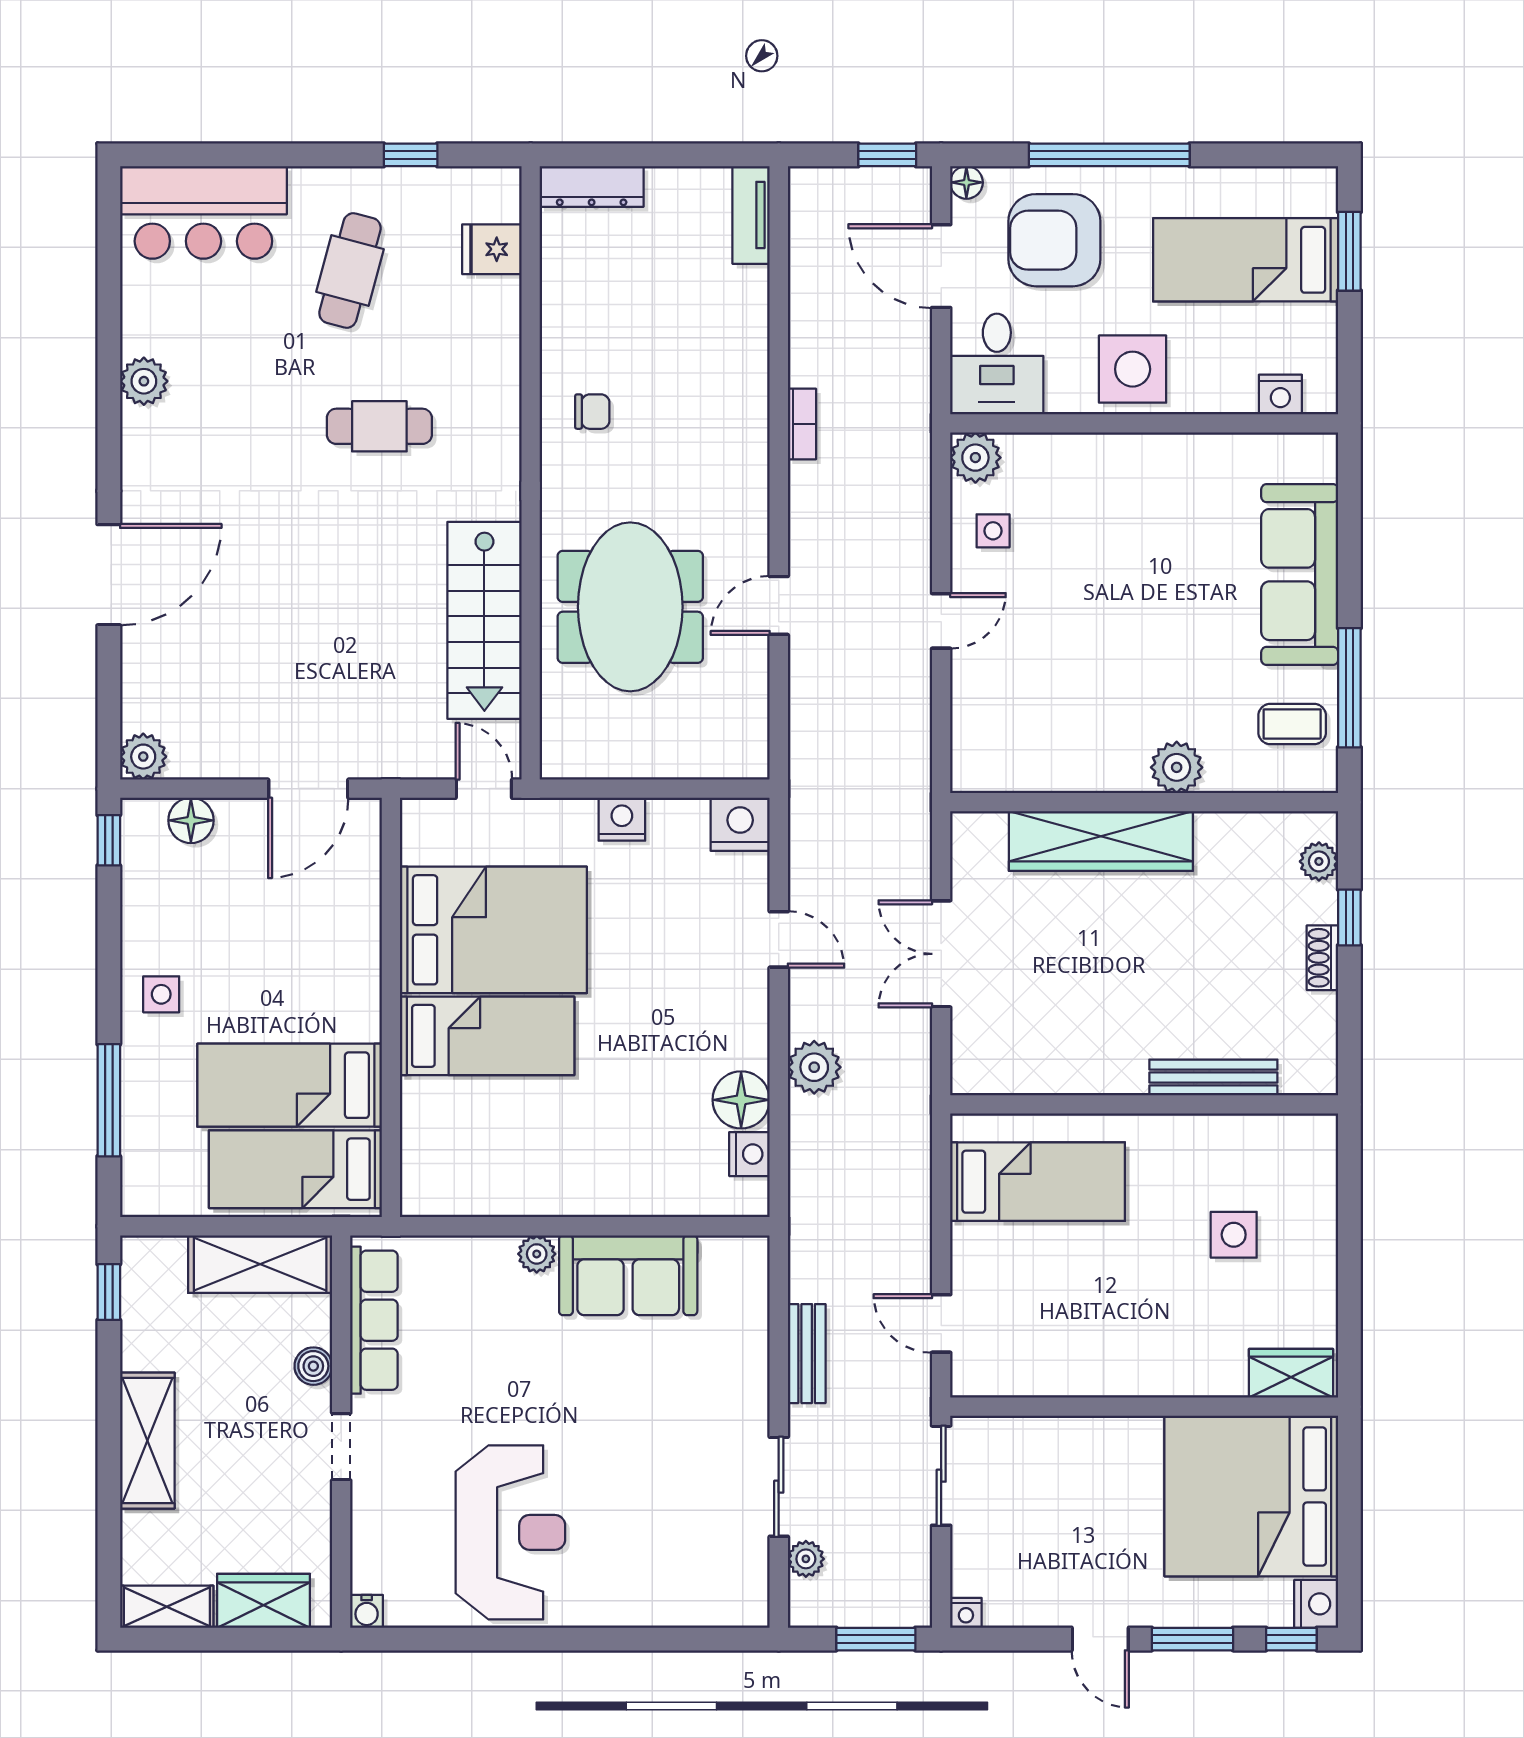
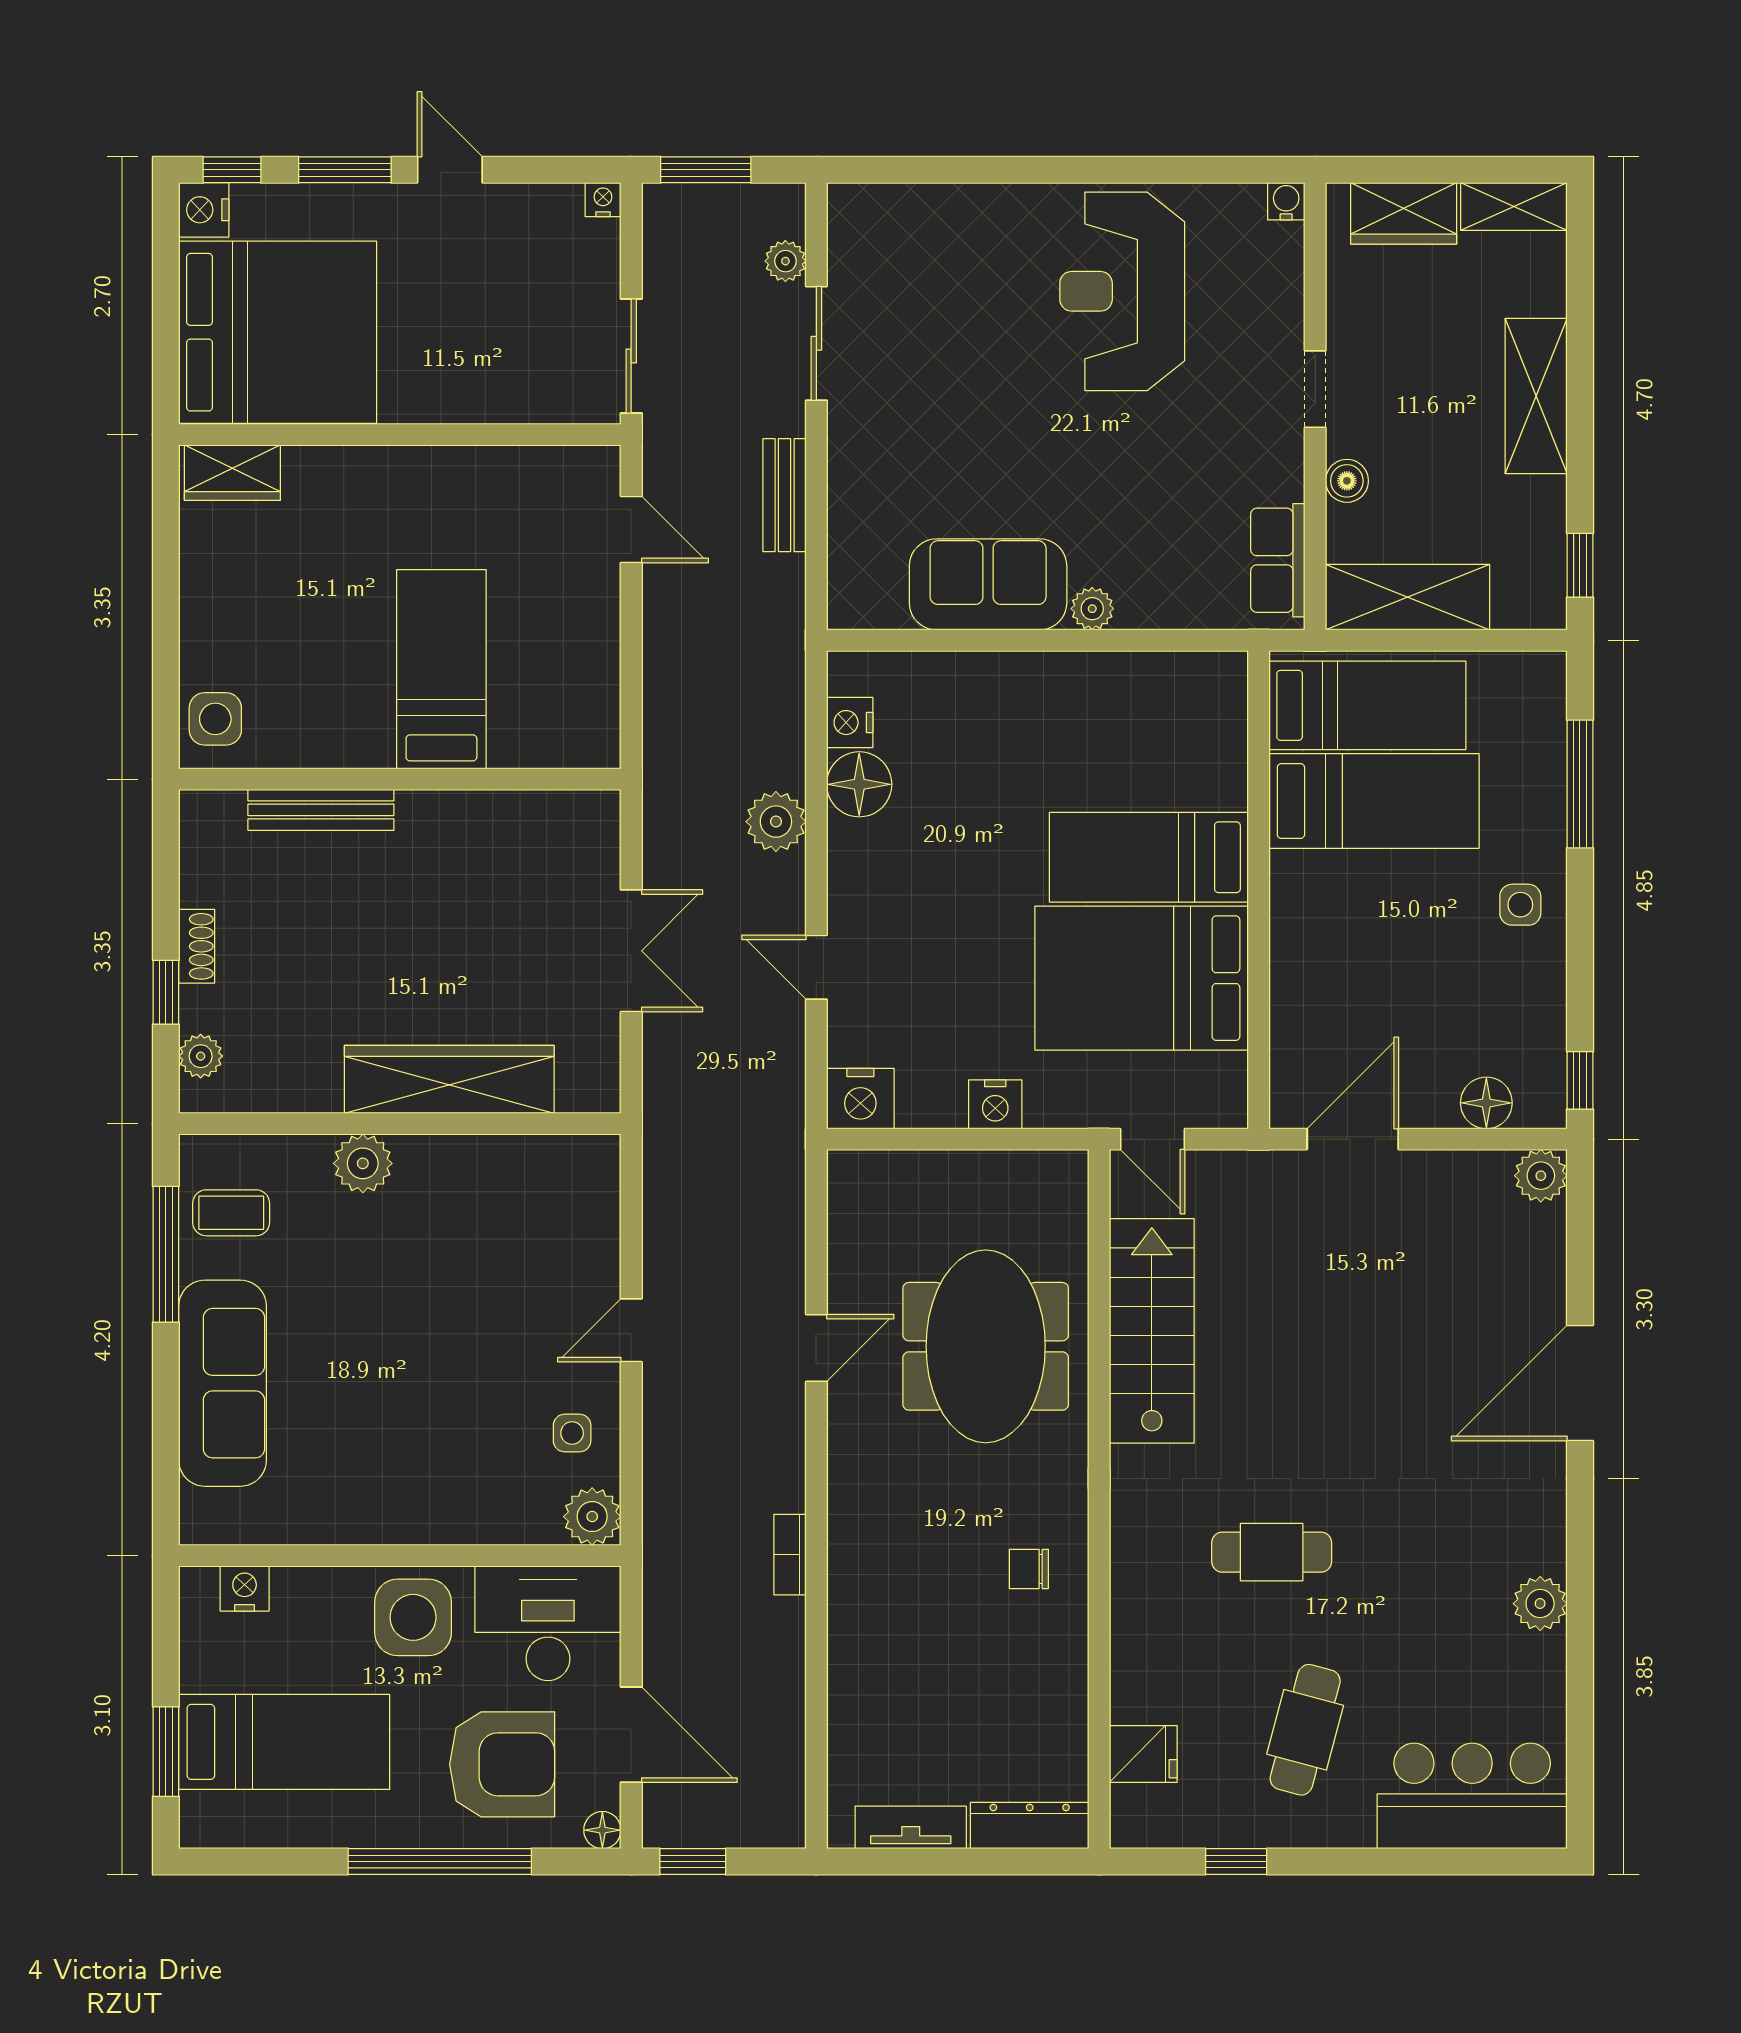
tv unit: (751, 215) -> (911, 1827), moved, turned -90
desk: (997, 364) -> (548, 1623), width x1.37
bed: (1038, 1182) -> (441, 669), moved, turned 90
side table: (1234, 1235) -> (215, 719), moved
row of seats: (374, 1320) -> (1278, 560), width x0.68

